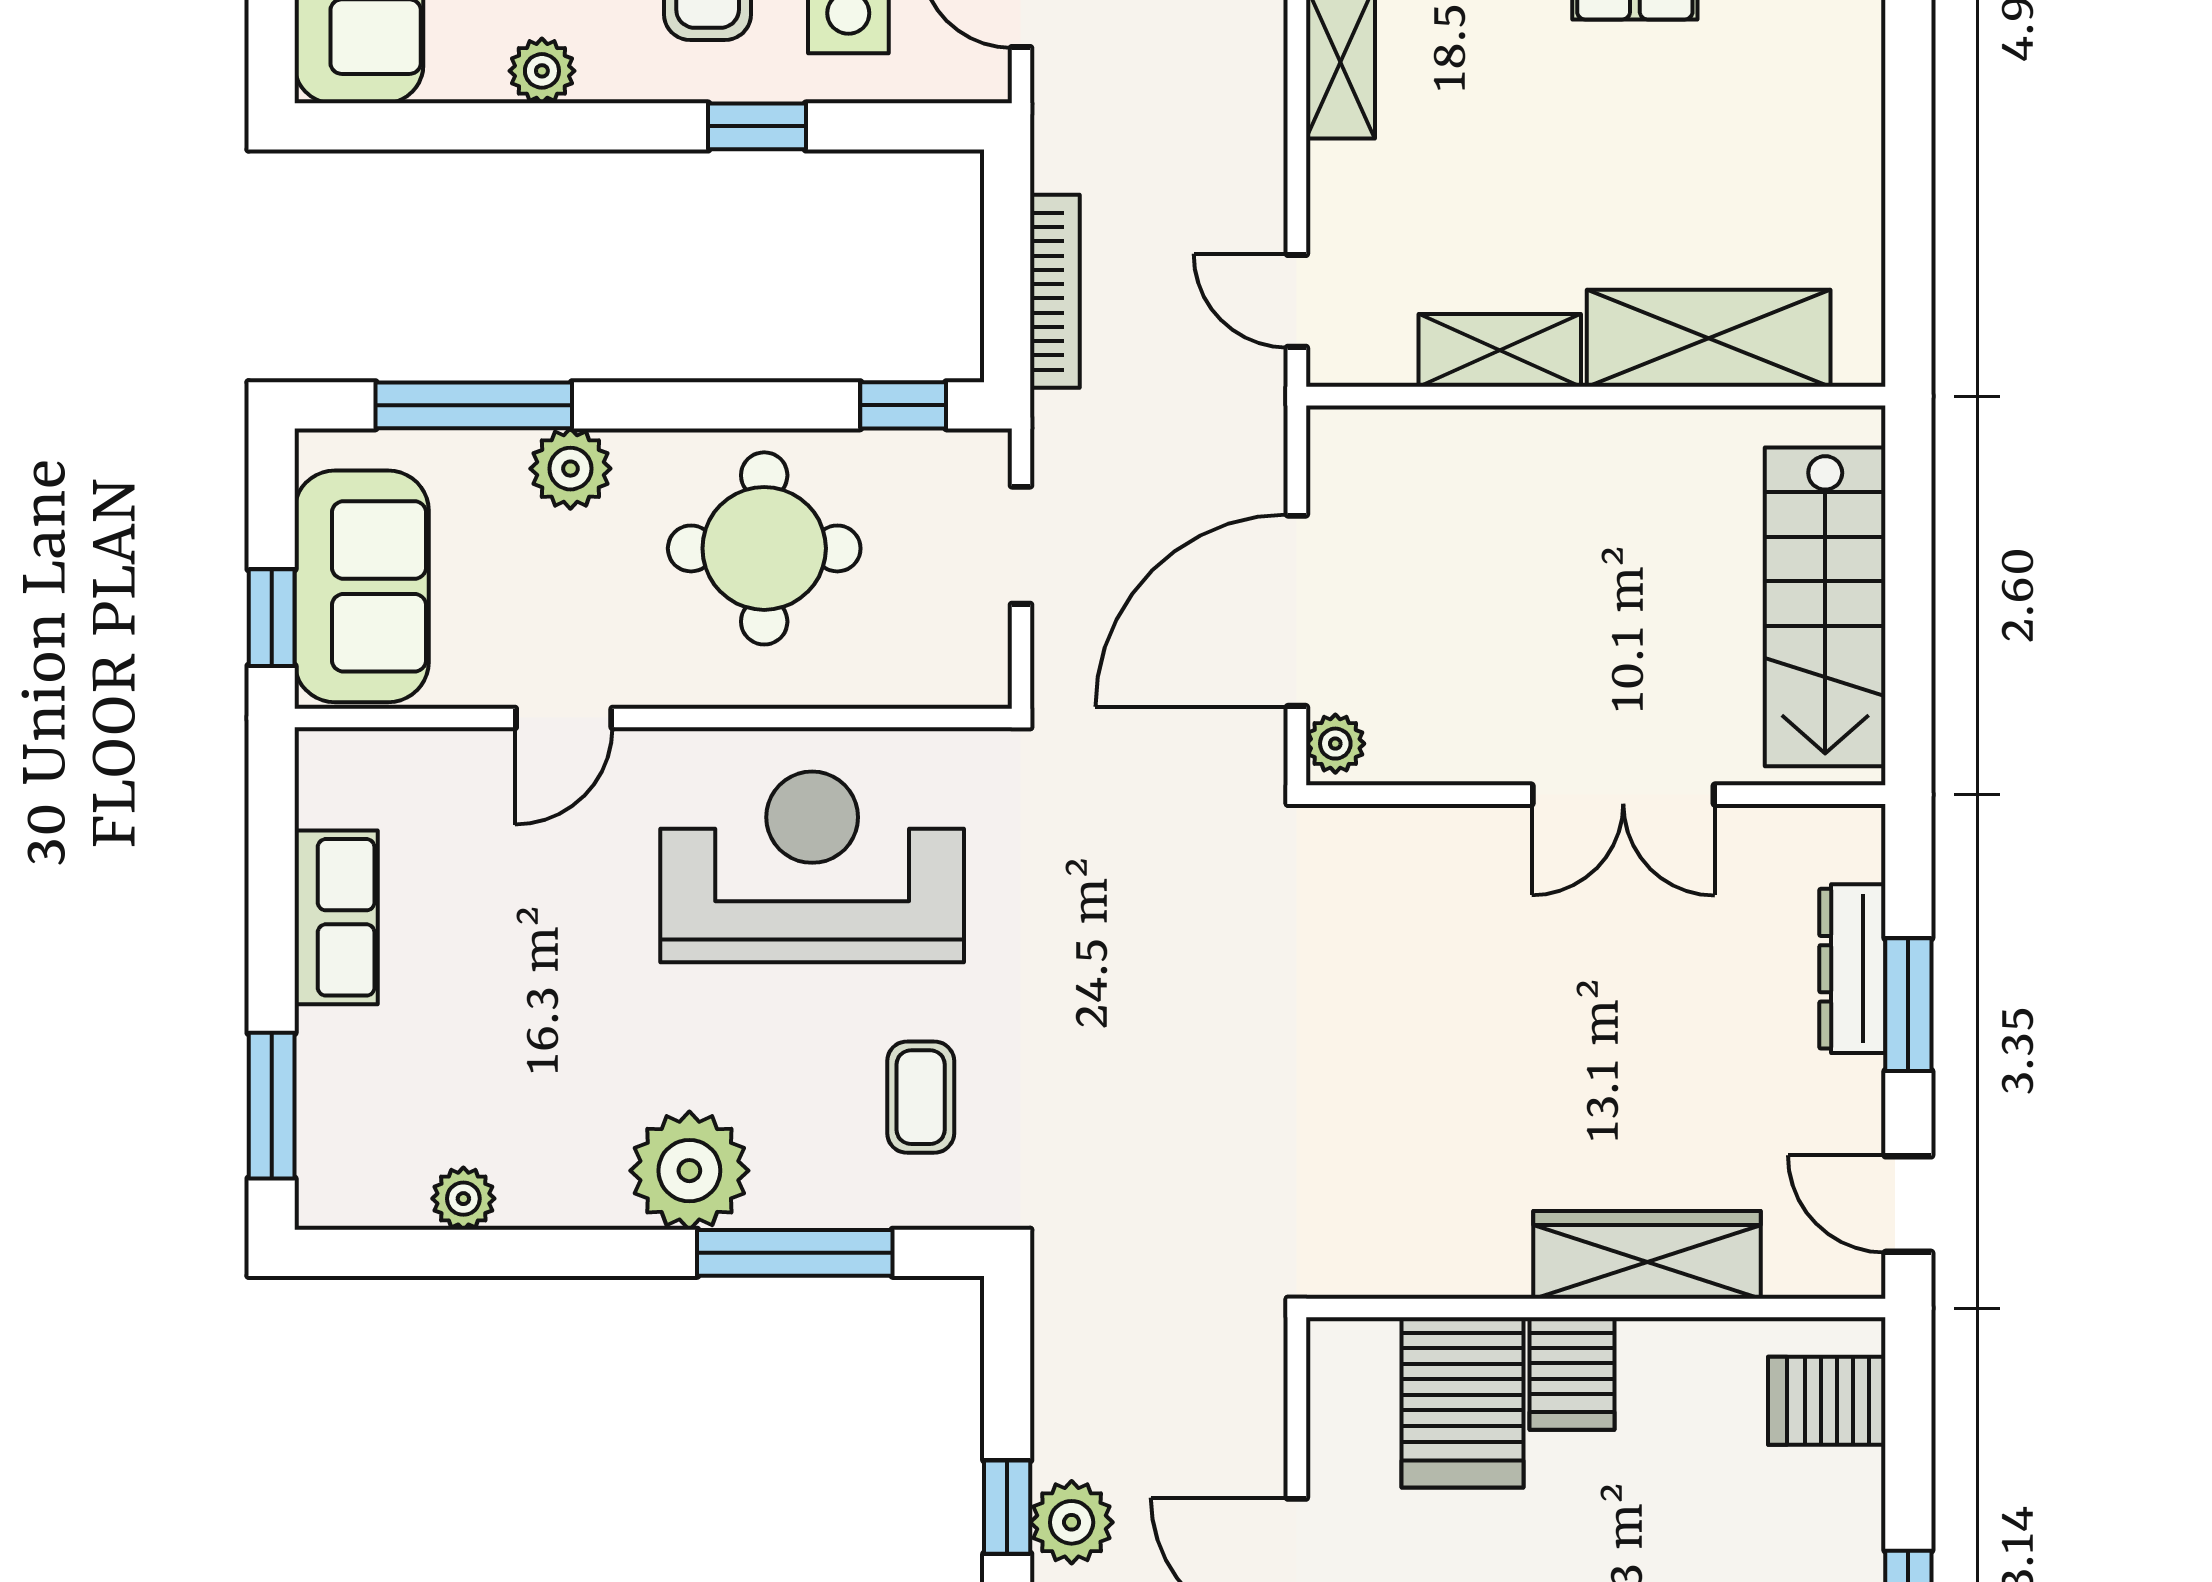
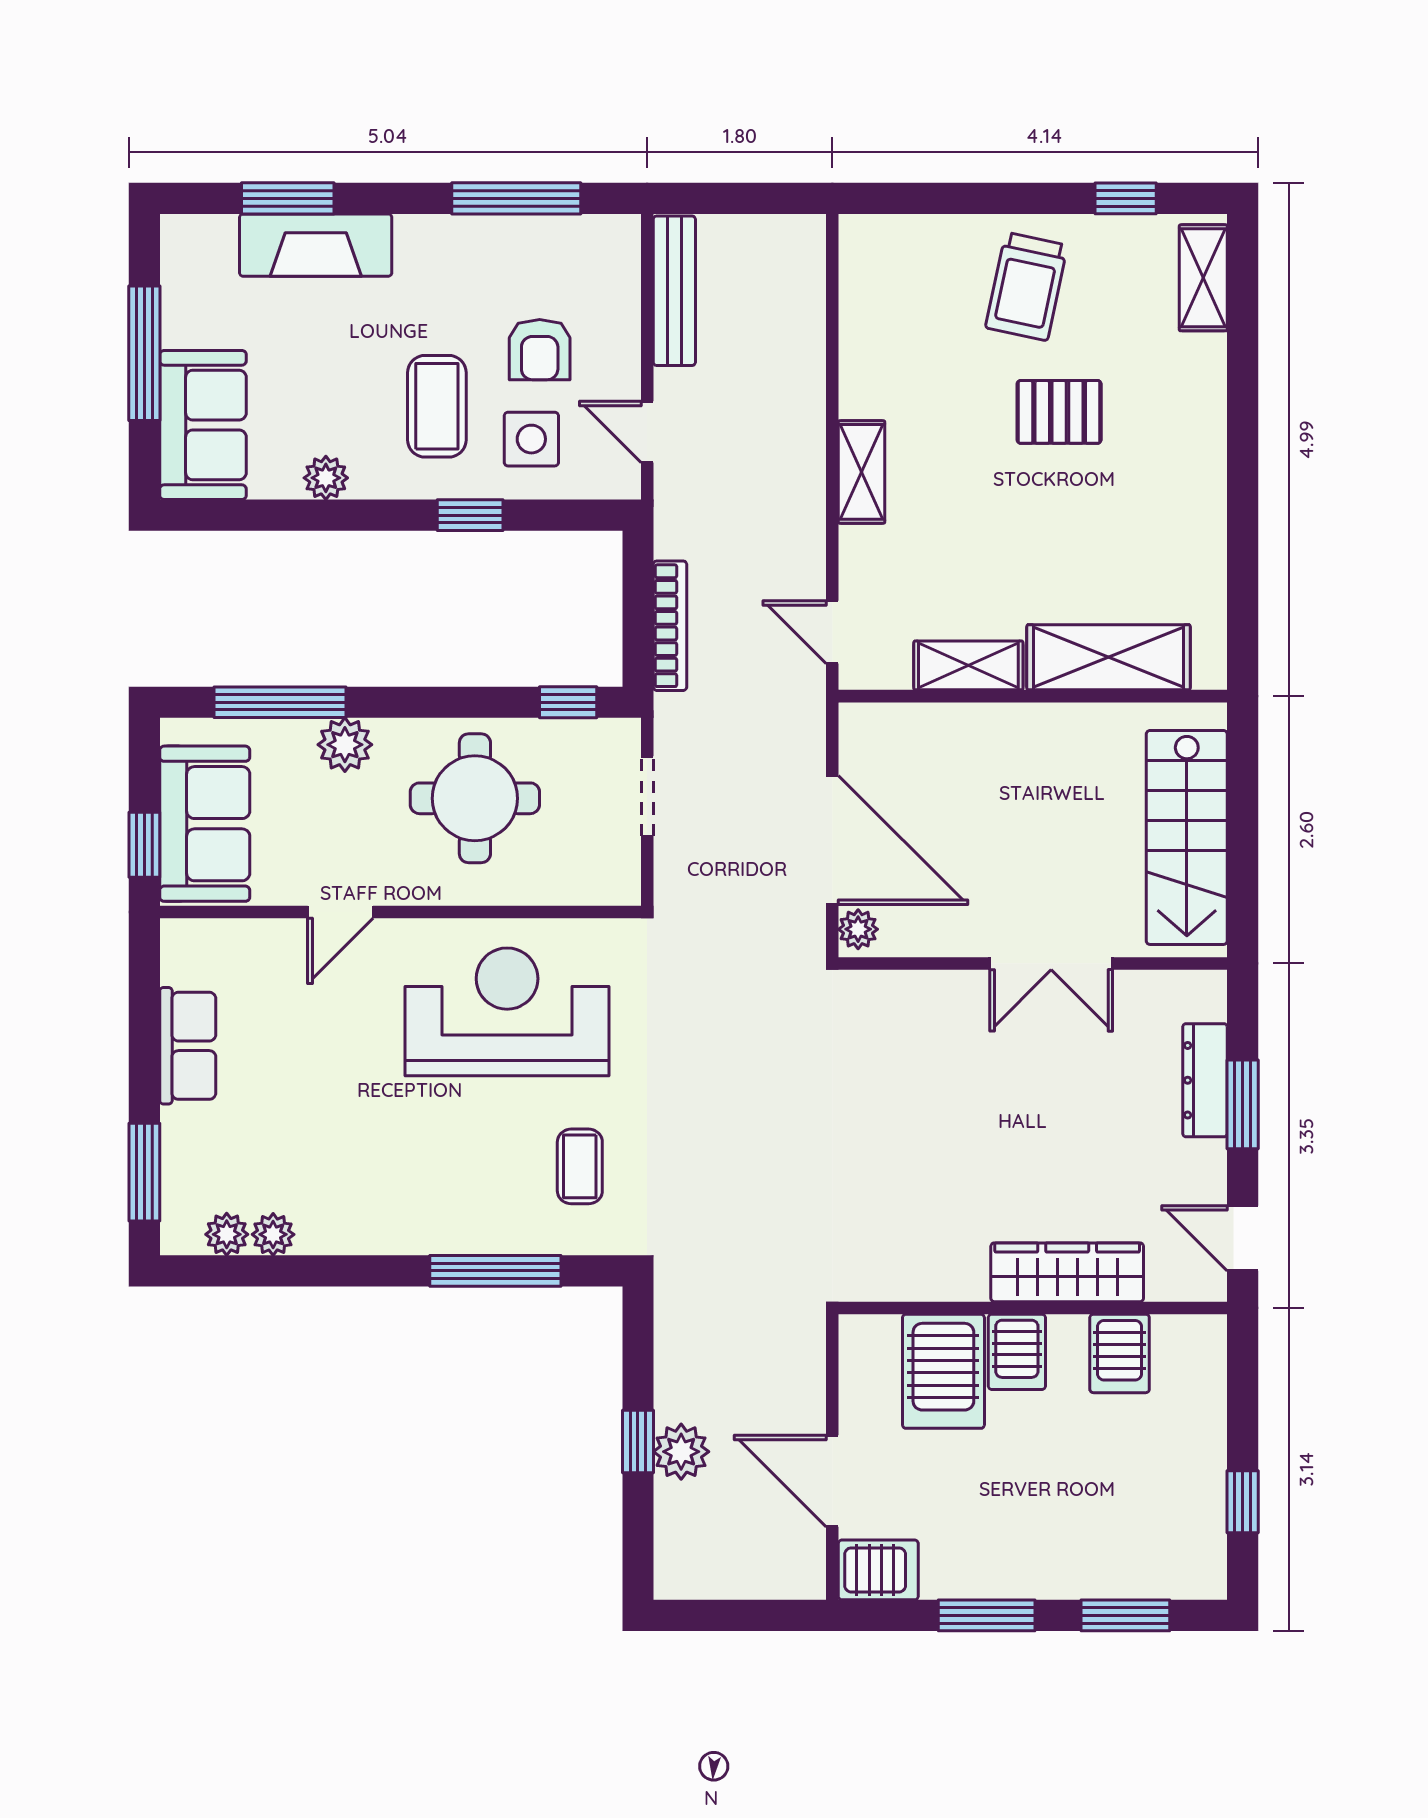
door: (1297, 611) -> (832, 840), swing flipped
plant: (689, 1171) -> (227, 1234), moved, width x0.53, depth x0.53
server rack: (1827, 1401) -> (1120, 1353), moved, turned -90

